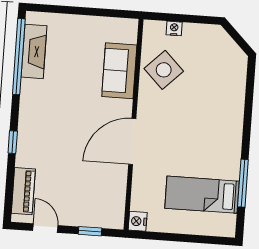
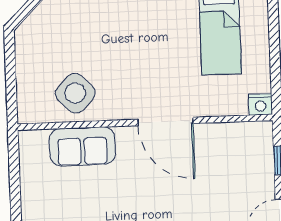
nightstand: (174, 28) -> (24, 86), removed

